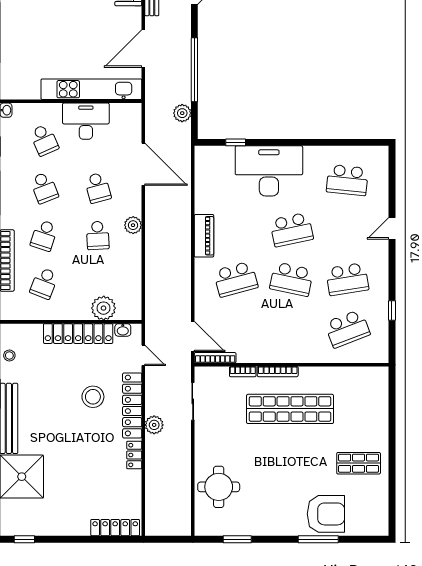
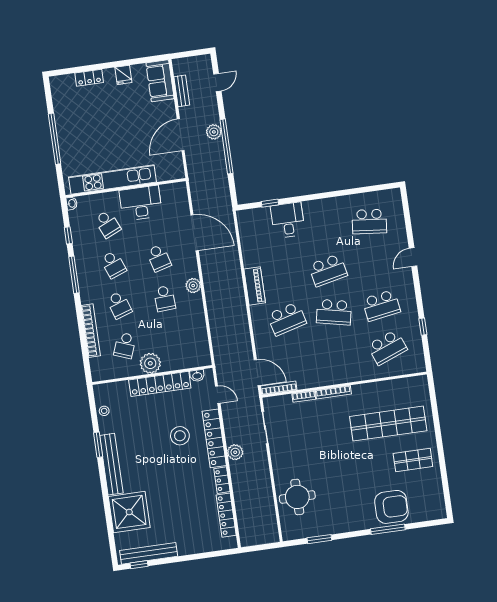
kitchen unit: (91, 89) -> (113, 180), moved
plant: (182, 113) -> (214, 132), moved
desk: (269, 171) -> (288, 220), width x0.53, depth x0.77
school desk: (44, 235) -> (119, 305), turned -36
plant: (104, 308) -> (150, 363), moved
shop shelf: (290, 409) -> (388, 424), moved
bench: (37, 528) -> (149, 553), added
locker: (115, 528) -> (226, 515), moved, turned -90

